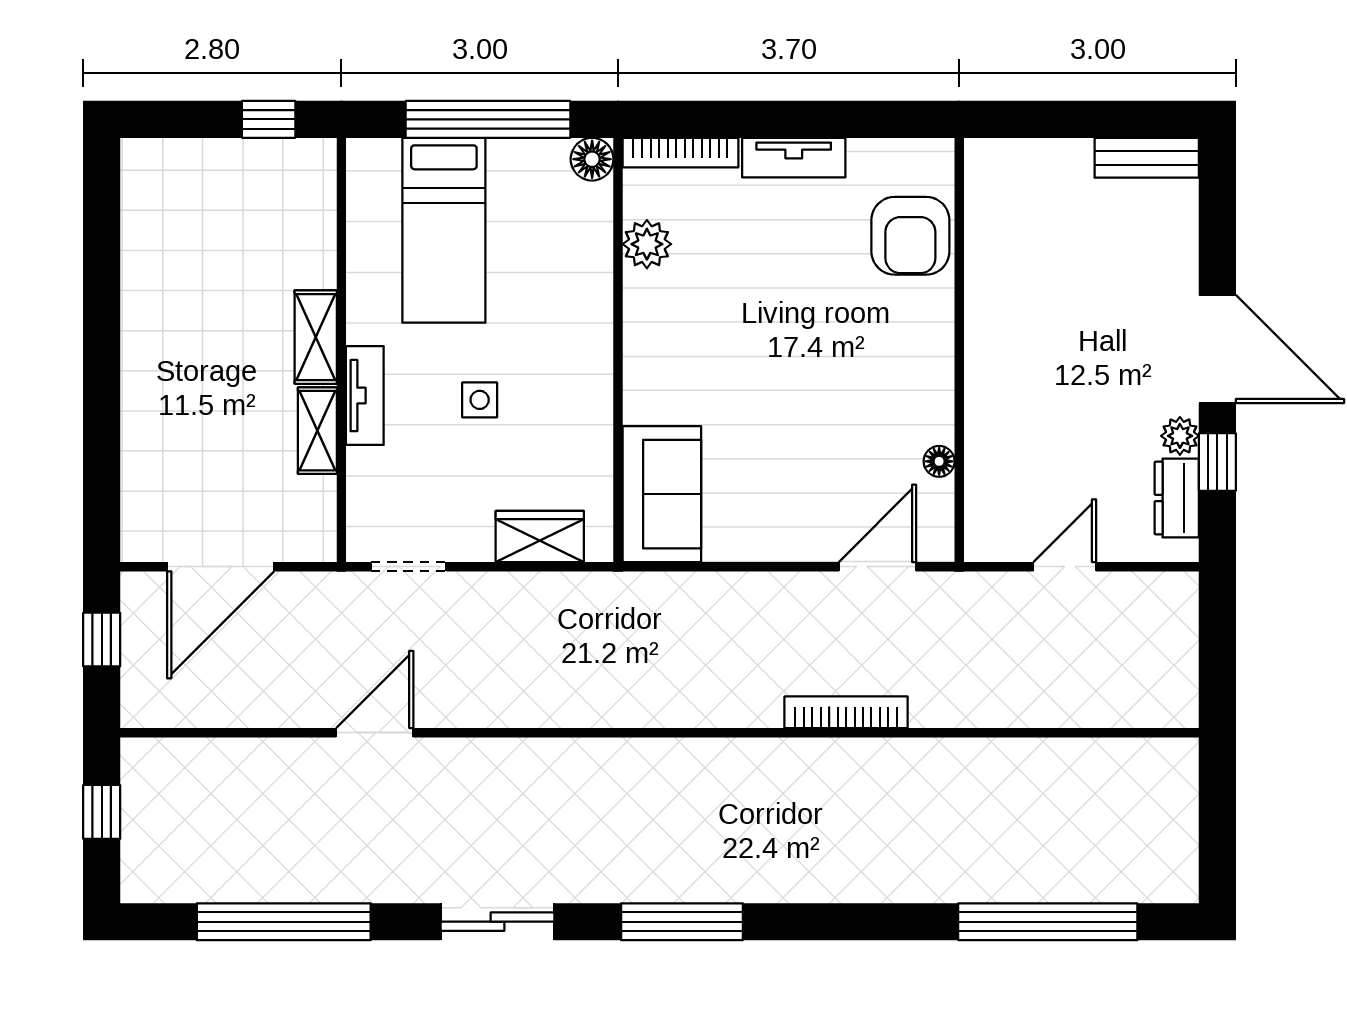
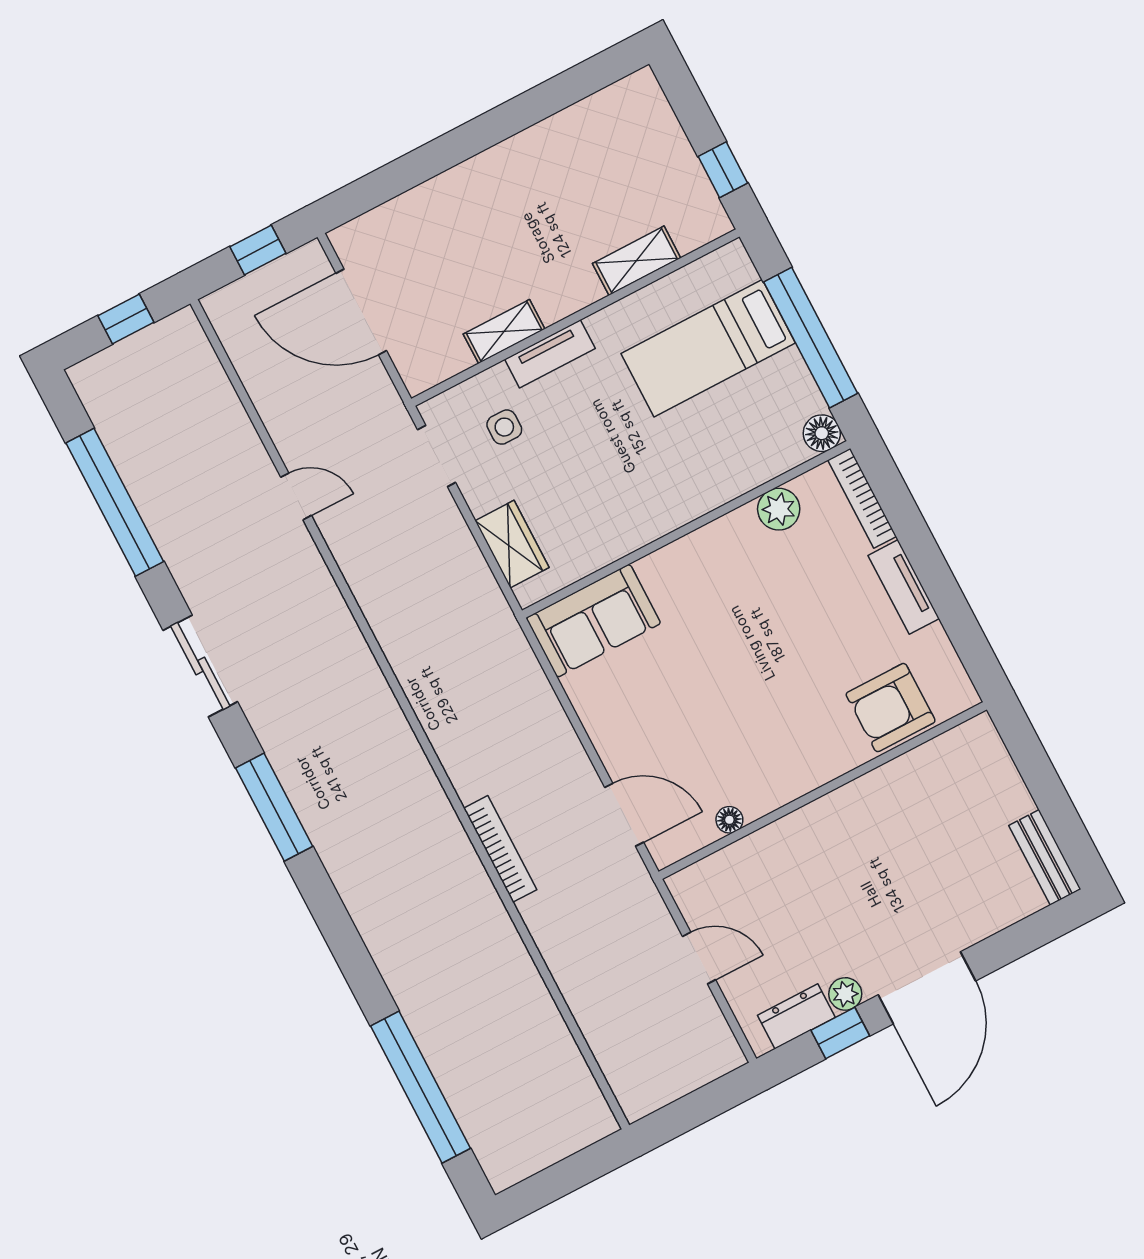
shelving: (316, 337) -> (637, 261), moved
side table: (480, 400) -> (504, 427), moved
door: (375, 733) -> (296, 496), width x0.73

